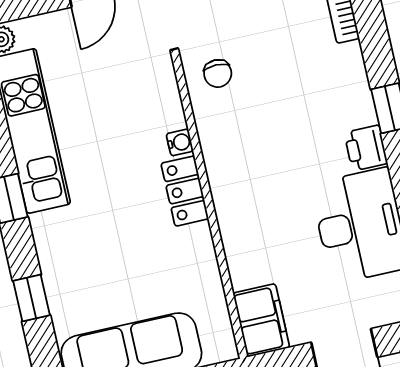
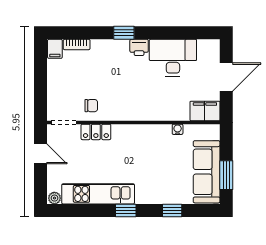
water cooler: (180, 142) -> (178, 129), moved
locker: (185, 191) -> (96, 132), moved

